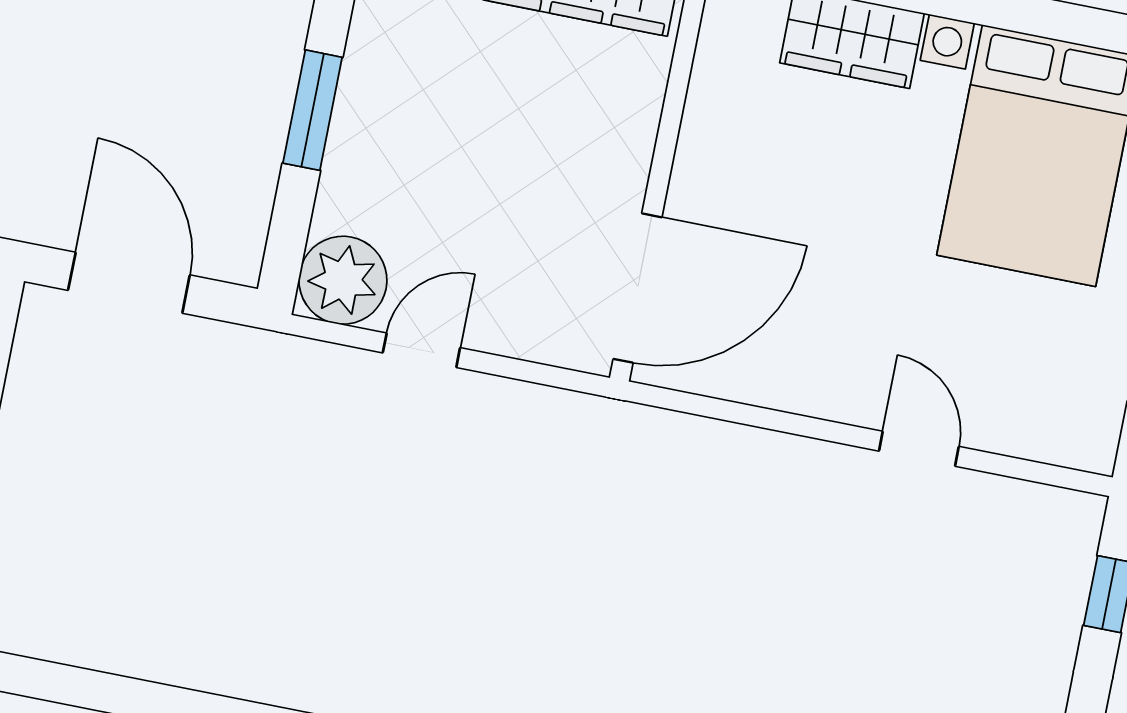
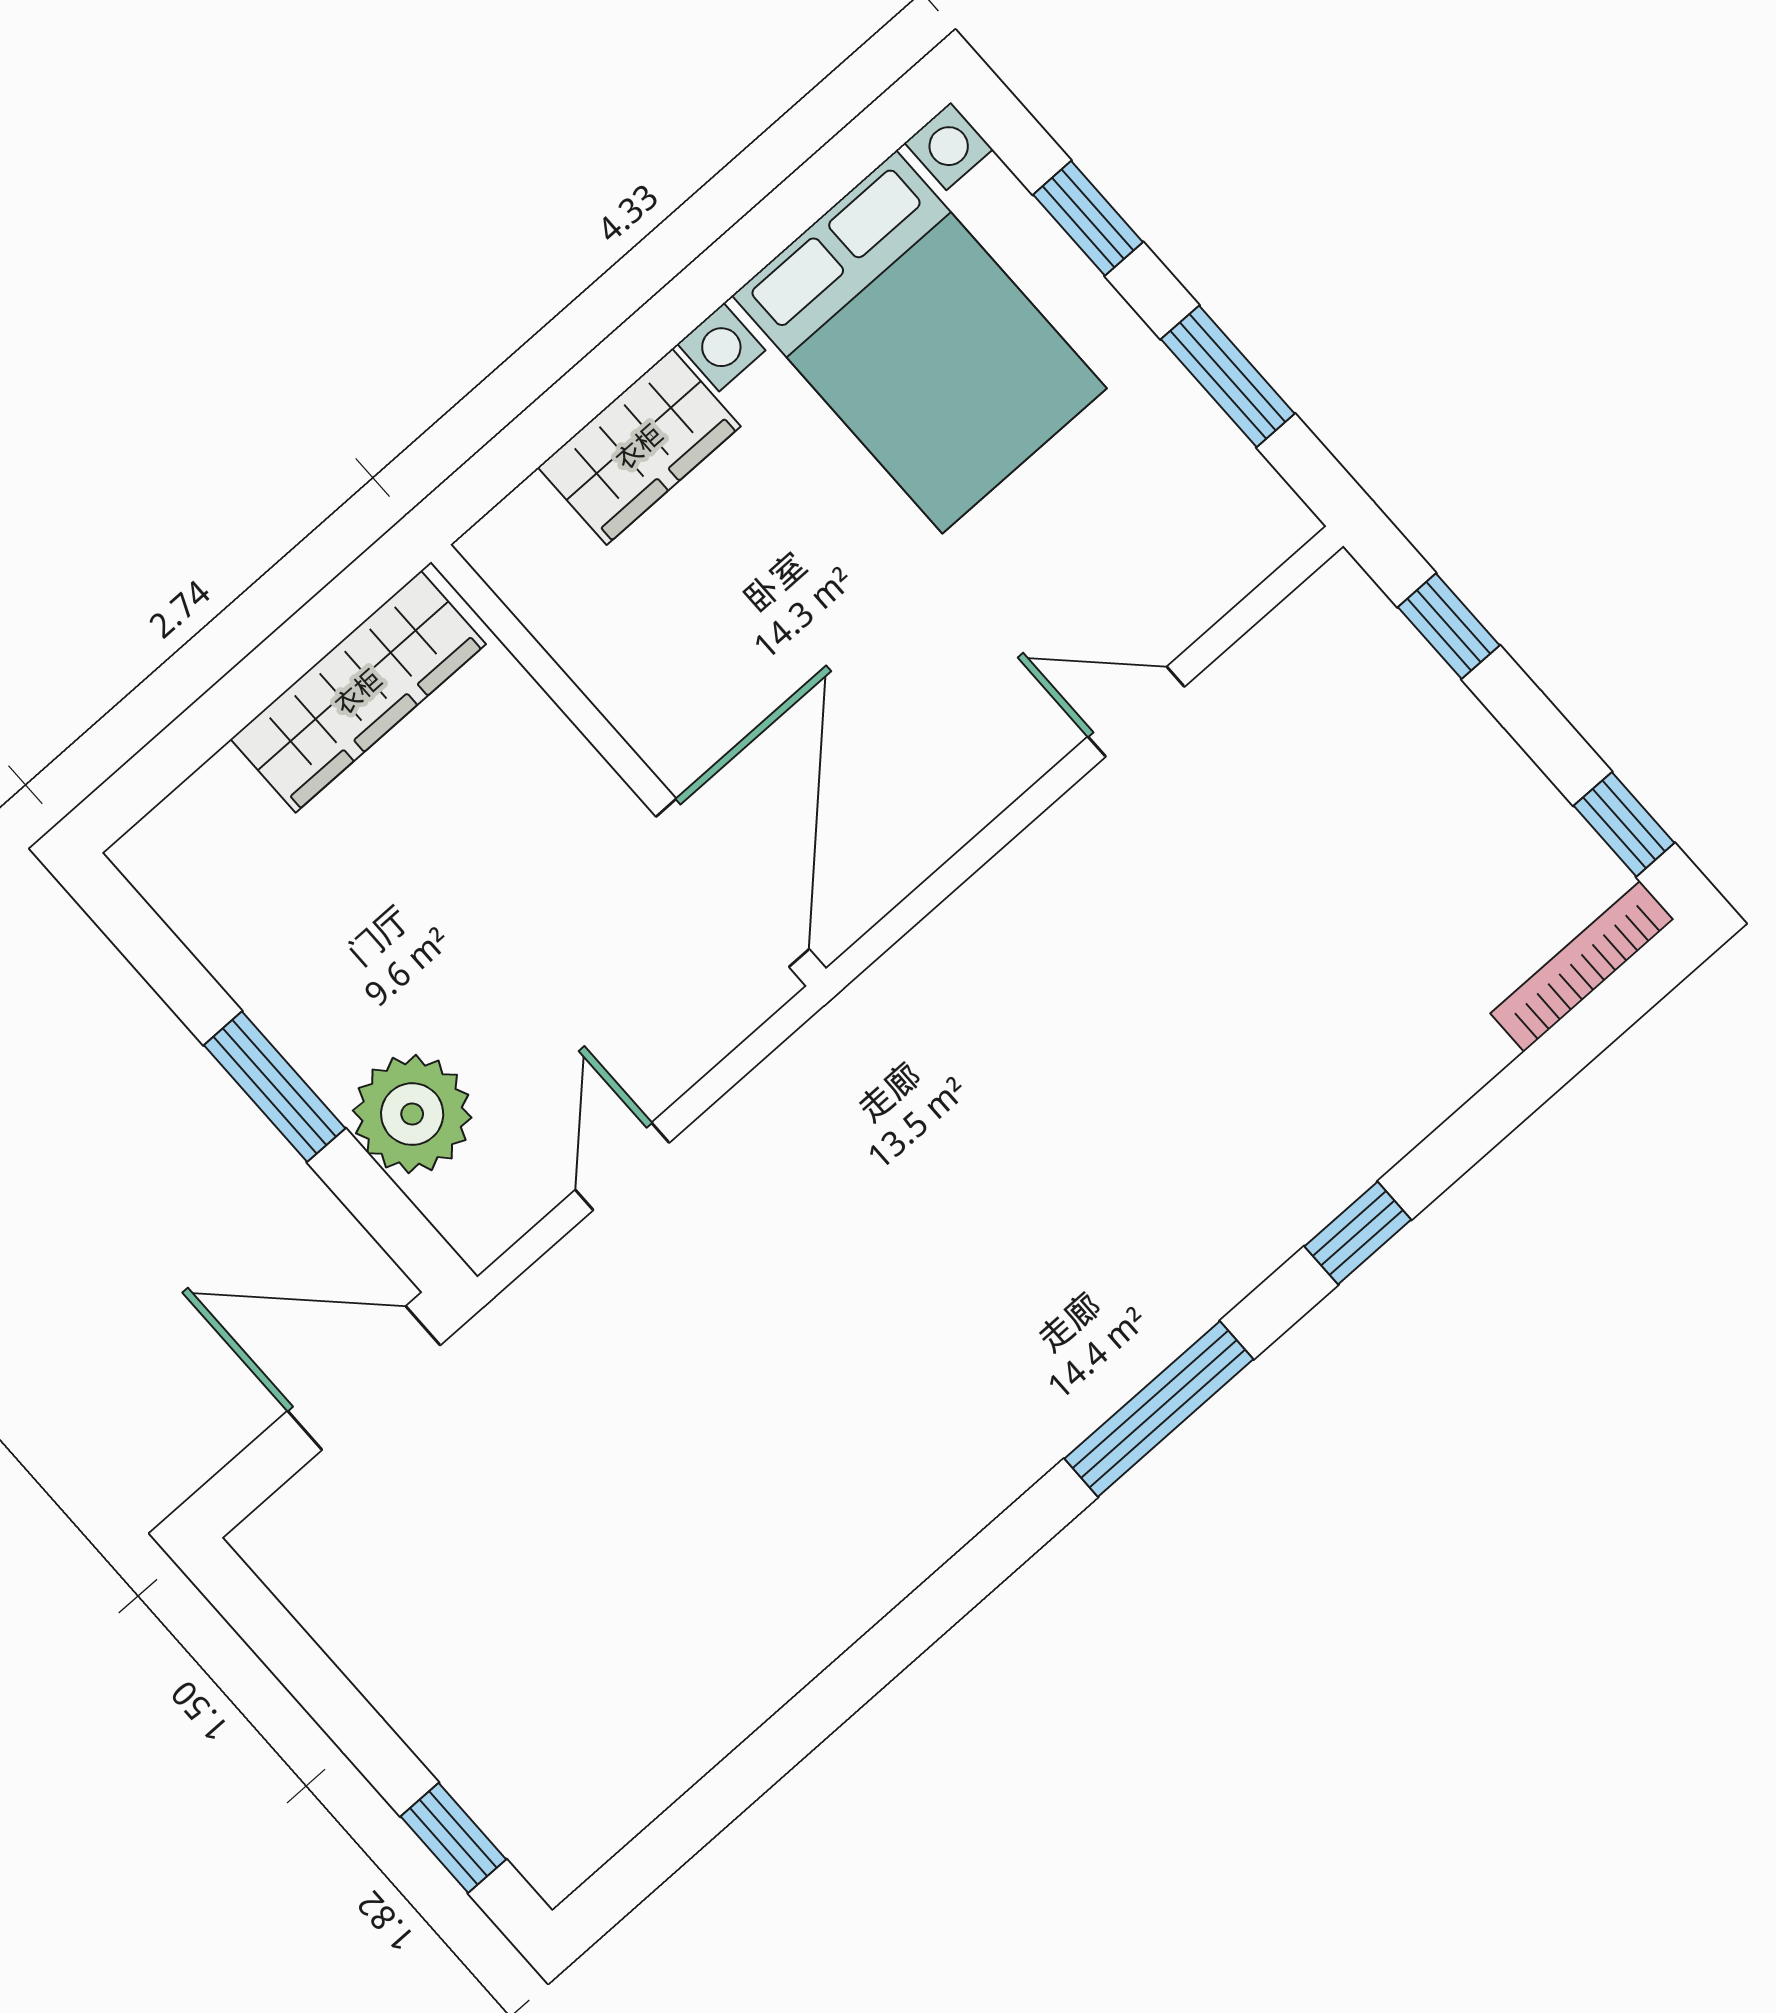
plant: (343, 280) -> (412, 1114), moved
door: (129, 283) -> (364, 1378), moved

